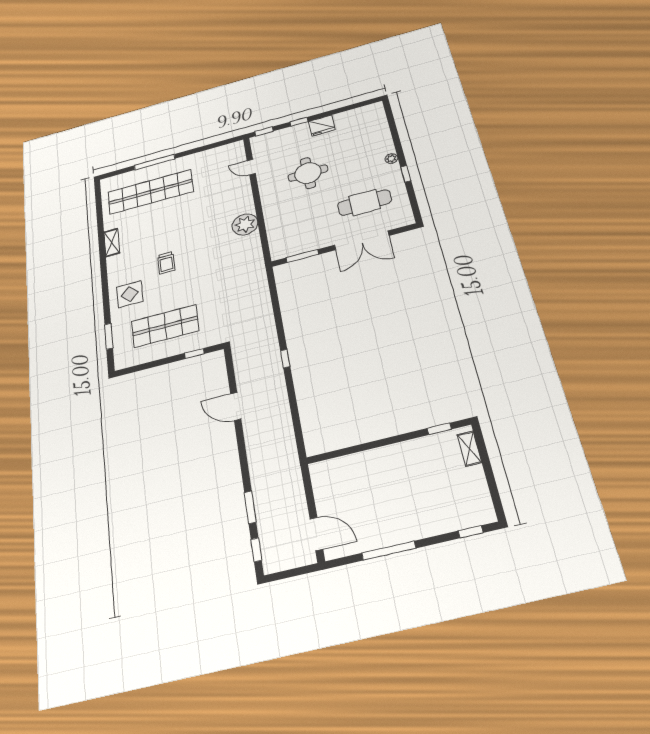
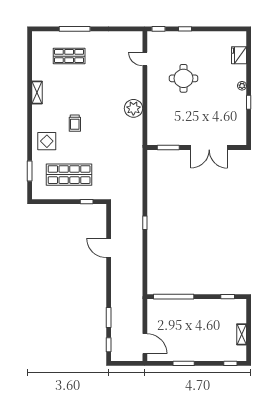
fridge: (322, 126) -> (239, 55), moved, turned 90
shop shelf: (150, 192) -> (69, 56), width x0.50, depth x0.74
cafe table: (364, 203) -> (217, 117), removed
shelving: (469, 449) -> (242, 334), moved
window: (350, 450) -> (174, 297), added
window: (389, 551) -> (184, 363), width x0.69

